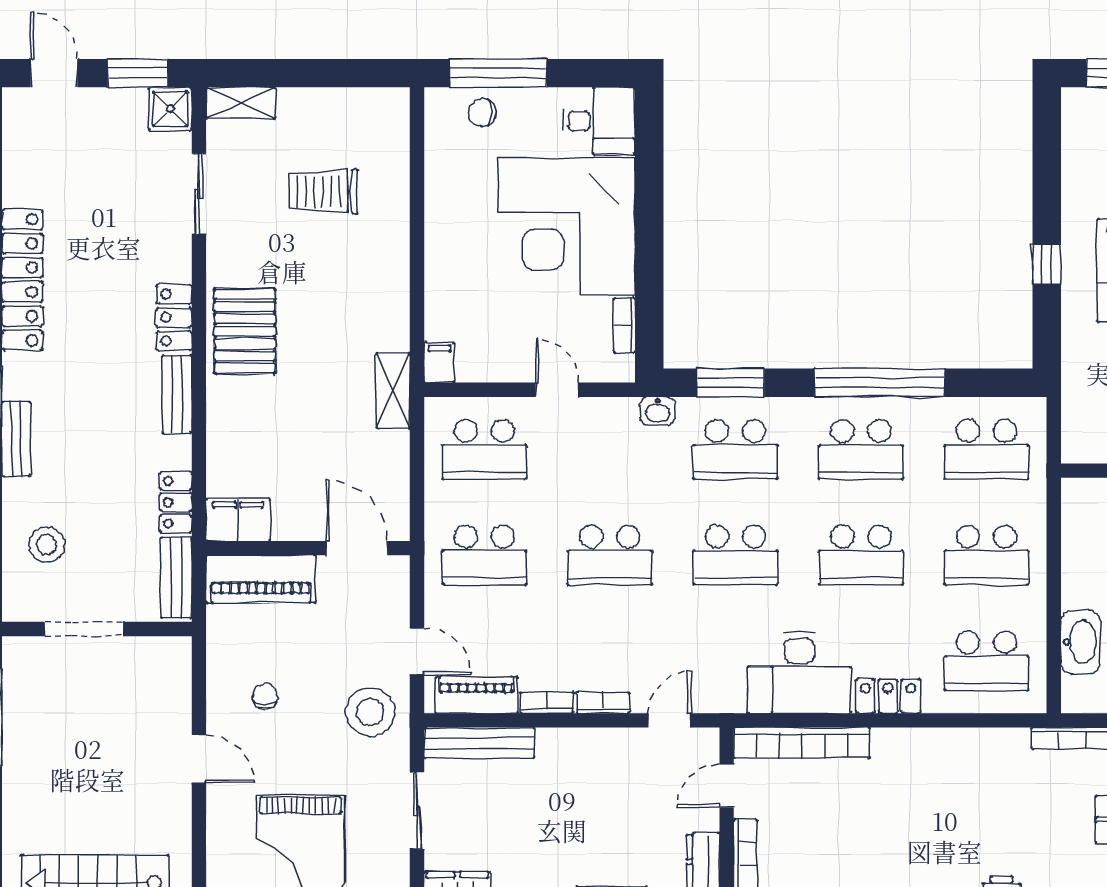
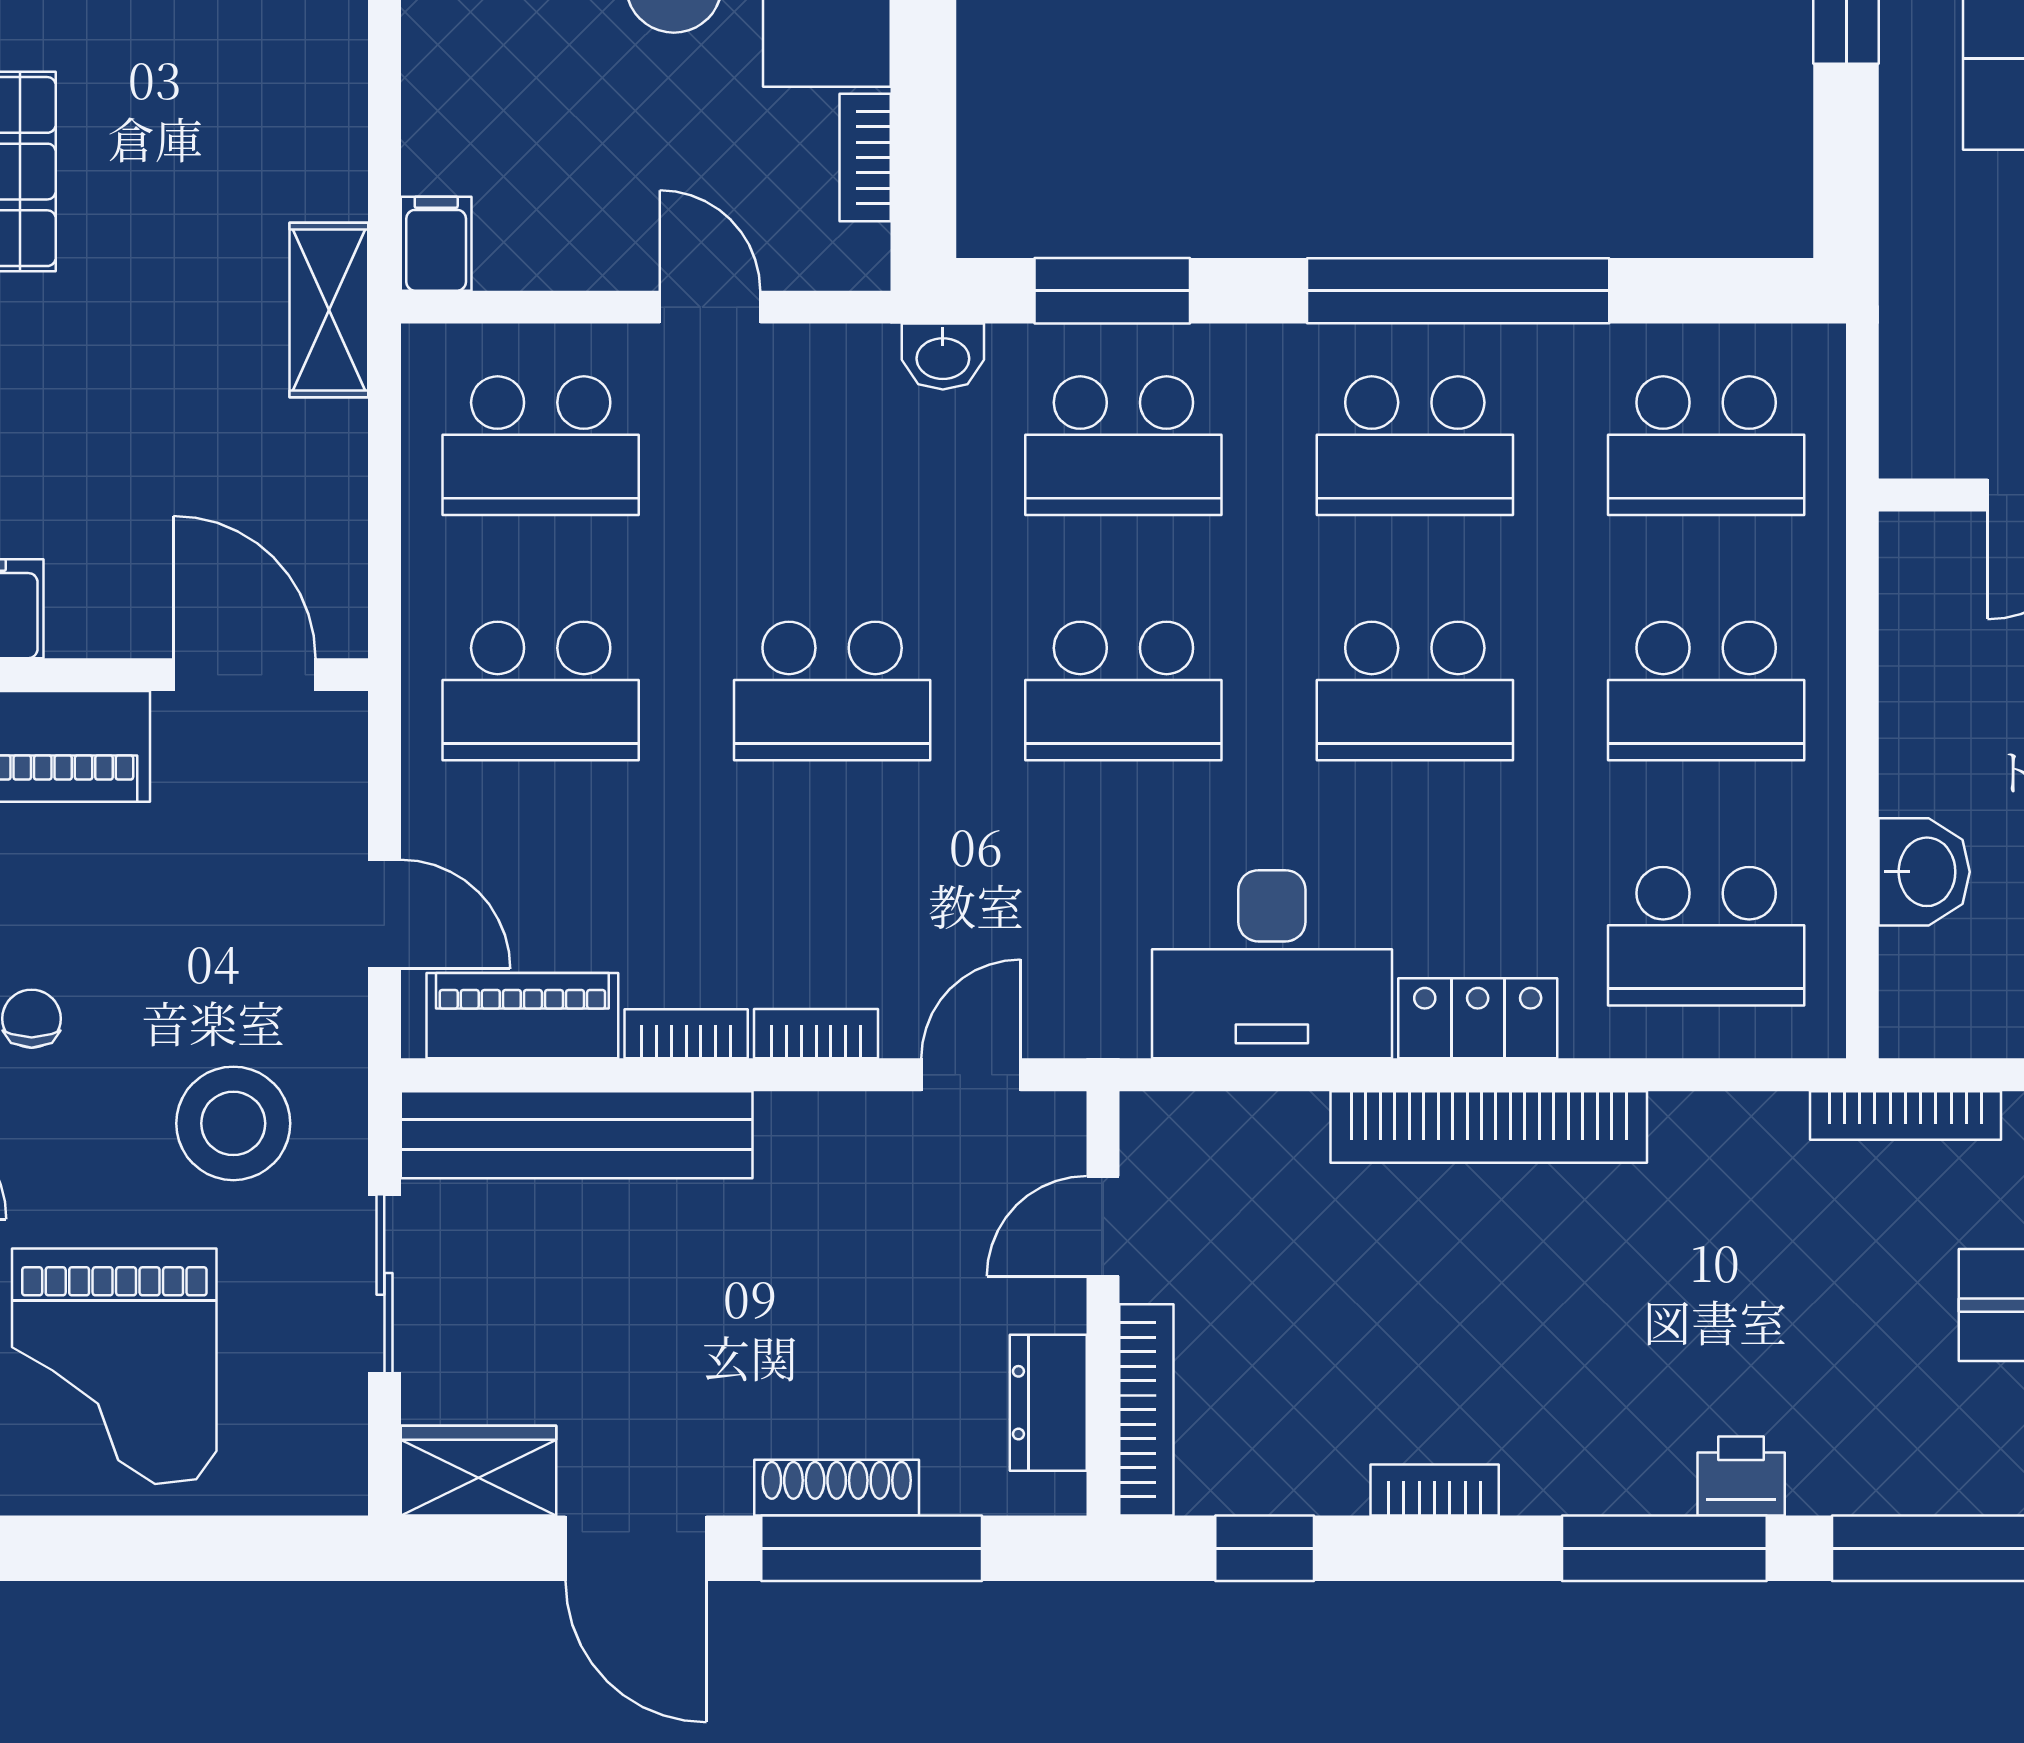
washbasin: (1080, 642) -> (1924, 872), width x0.72
stool: (370, 712) -> (233, 1123), moved
bench: (479, 743) -> (577, 1135), width x1.37, depth x1.21
bookcase: (802, 743) -> (1489, 1127), moved

